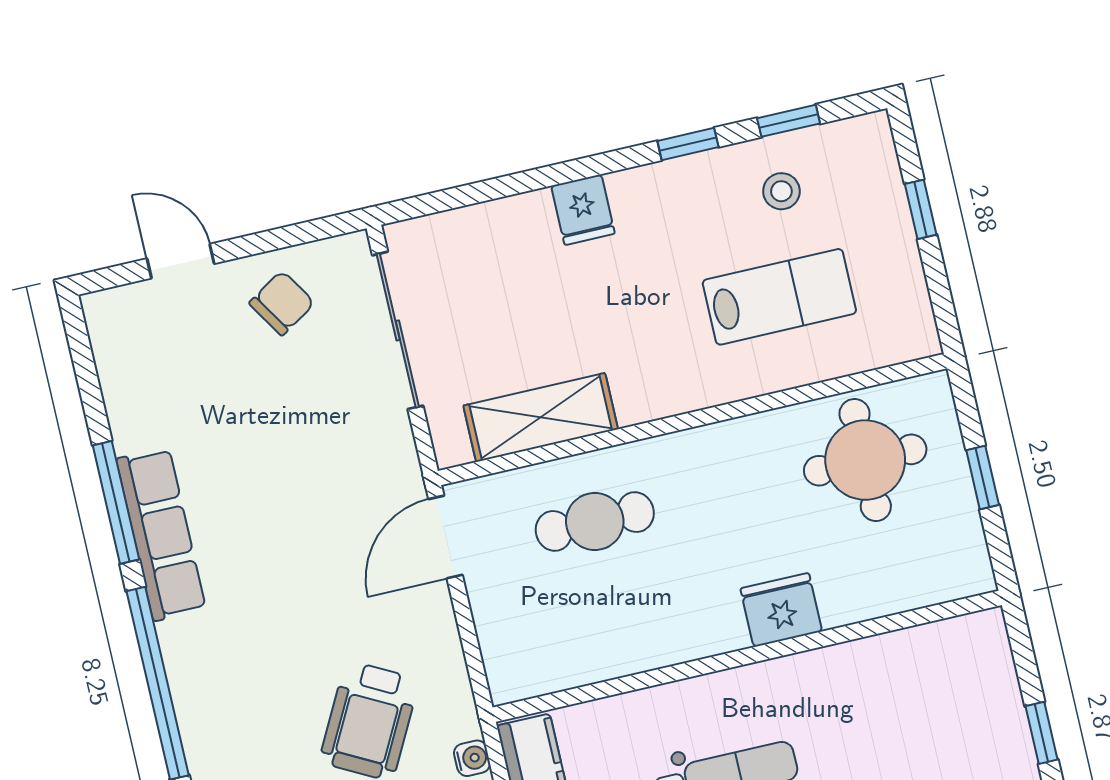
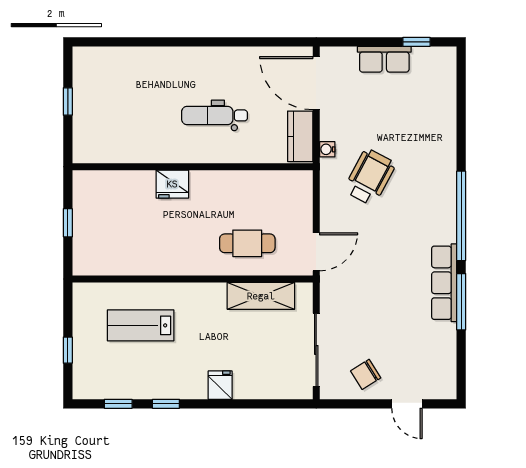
stool: (781, 191) -> (129, 373), removed
round table: (865, 460) -> (119, 243), removed

